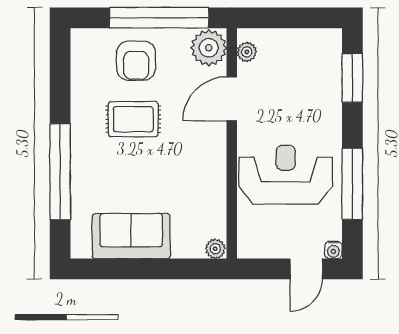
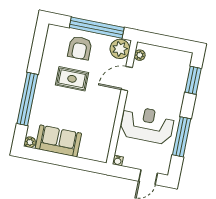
plant: (215, 249) -> (30, 142), moved
water cooler: (333, 250) -> (118, 161), moved

